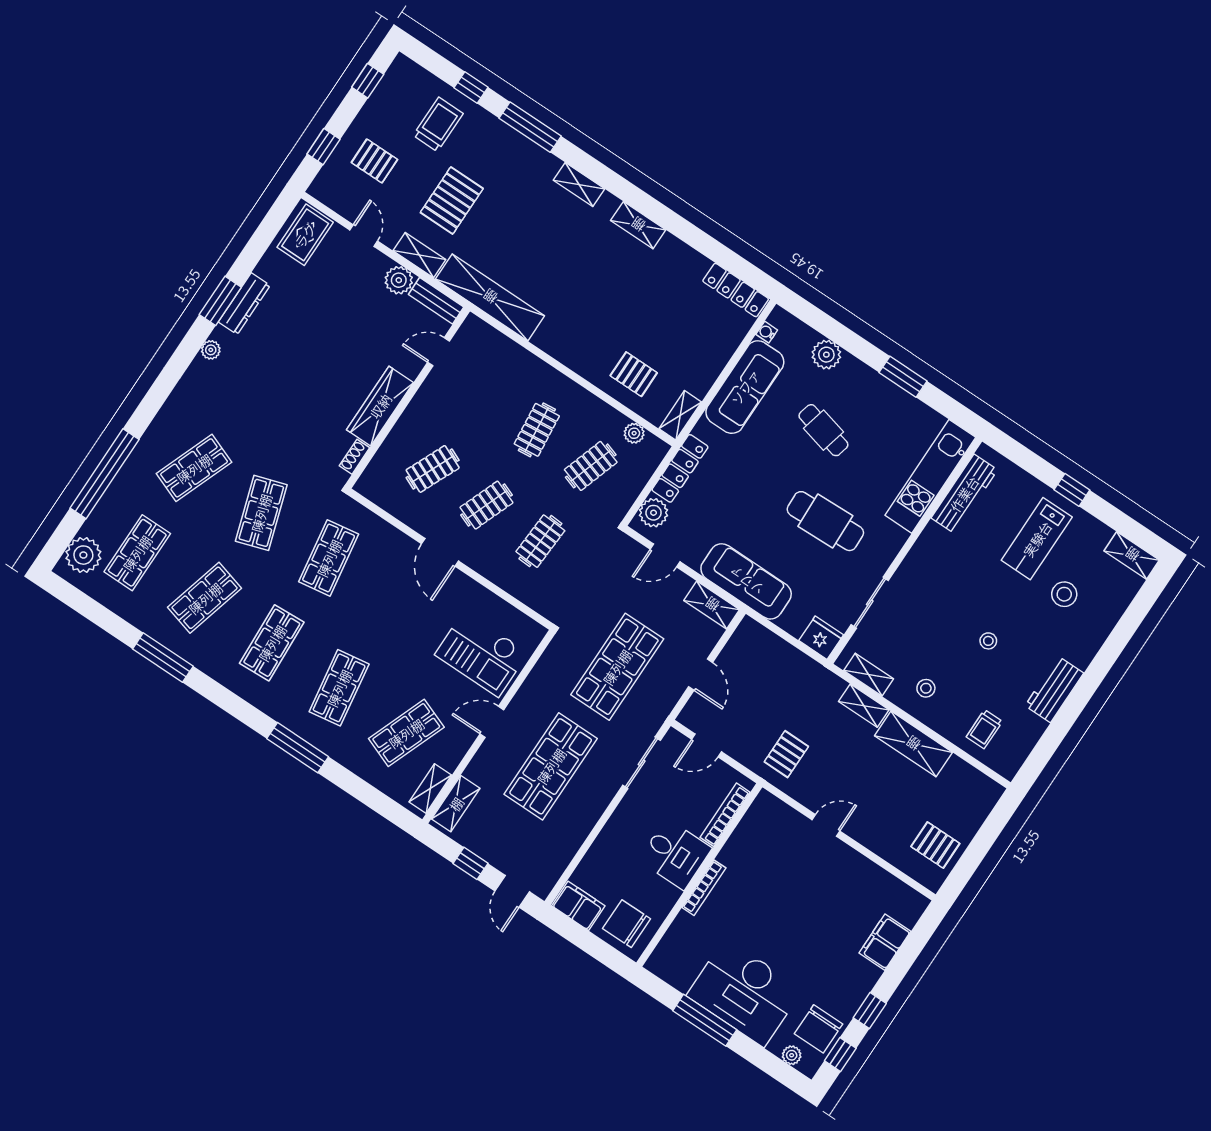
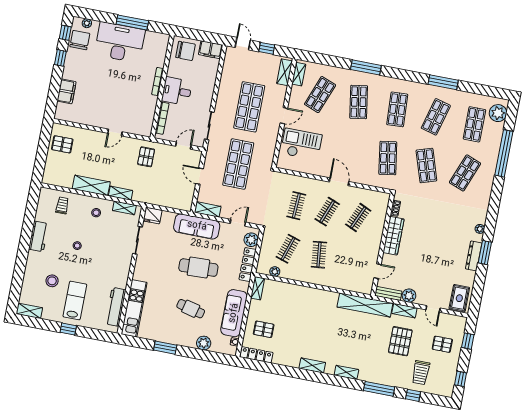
pallet: (634, 374) -> (264, 329), moved
cafe table: (825, 521) -> (198, 268), moved

